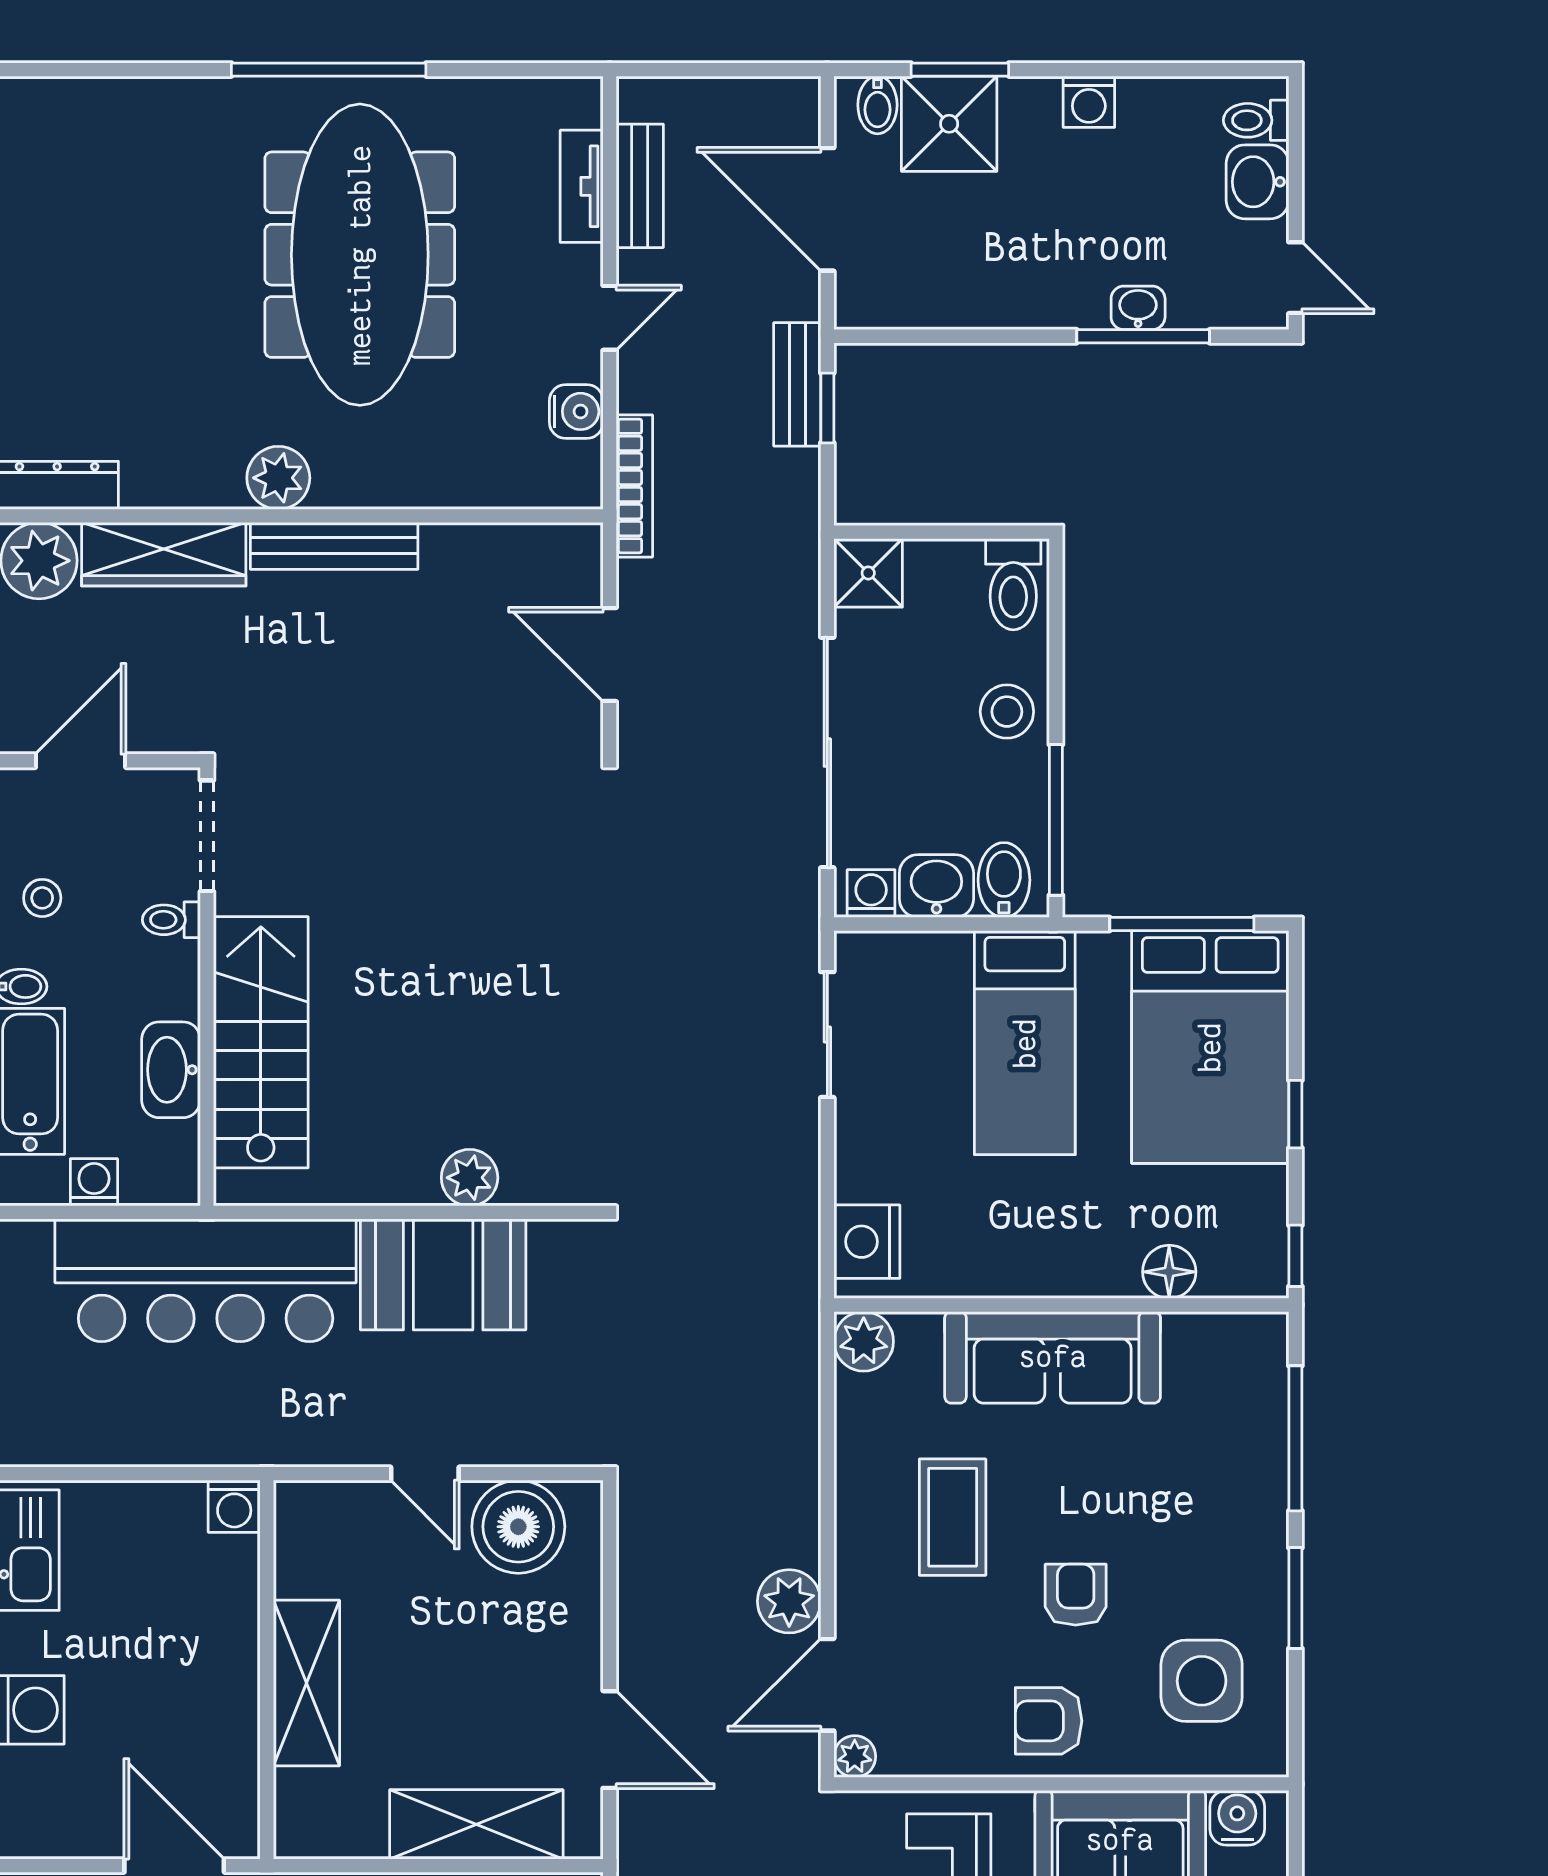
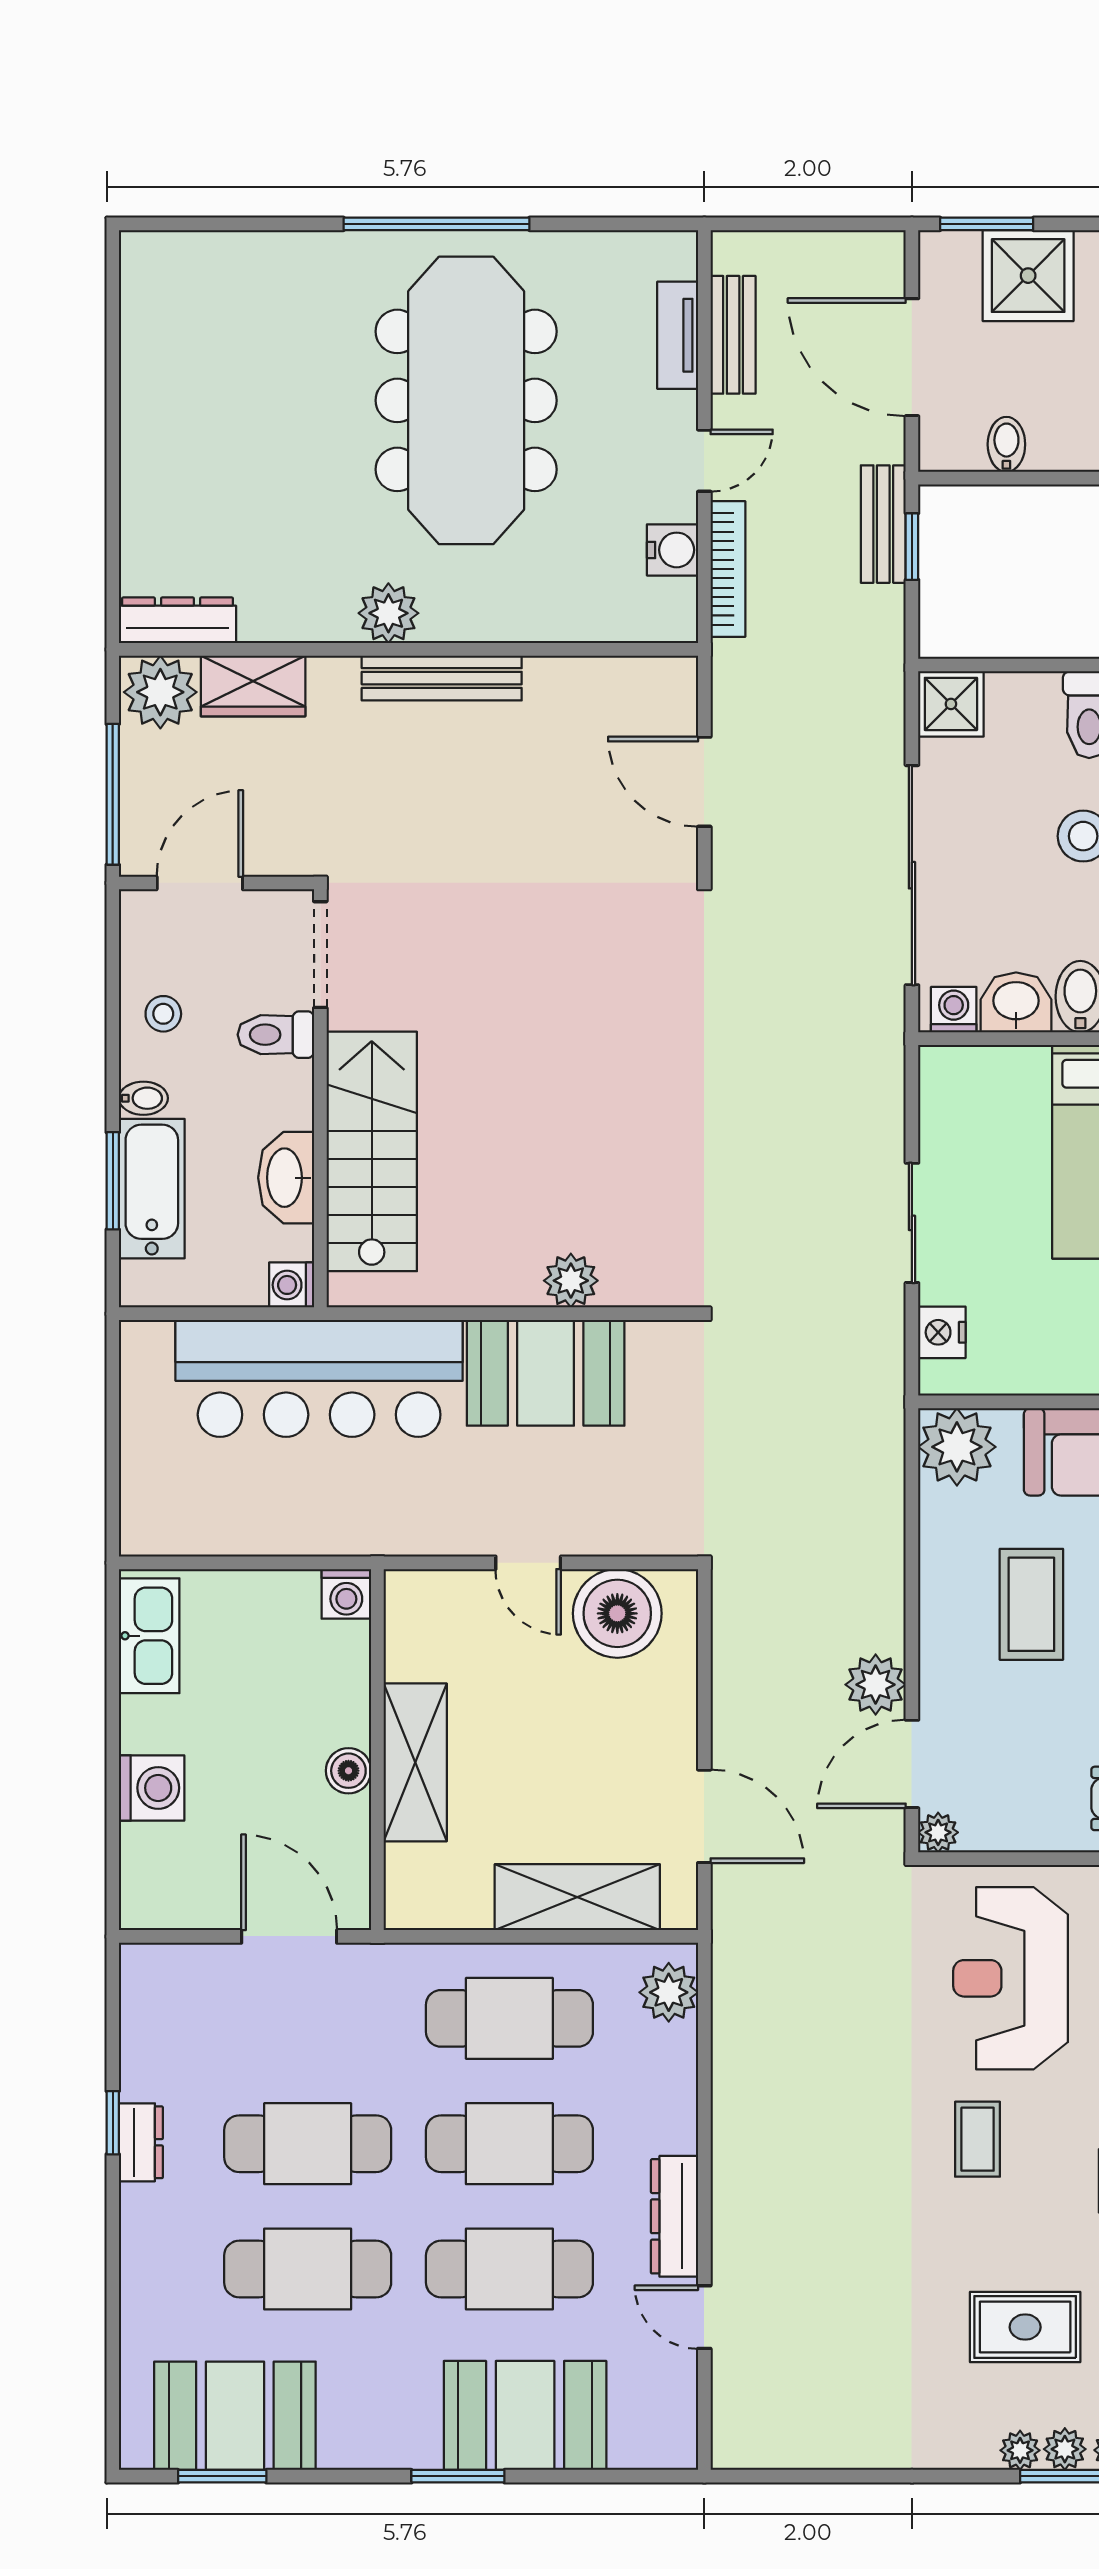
window: (960, 70) -> (987, 224), moved
bidet: (877, 105) -> (1006, 444), moved, turned 180
bookcase: (634, 486) -> (728, 569), moved
wardrobe: (164, 554) -> (253, 686), width x0.67
toilet: (171, 920) -> (276, 1035), width x1.37, depth x1.39
sliding door: (827, 1035) -> (912, 1223), moved
washing machine: (94, 1182) -> (292, 1285), moved, turned -90
nightstand: (867, 1242) -> (942, 1332), width x0.74, depth x0.75
plant: (864, 1341) -> (957, 1447), width x1.36, depth x1.36
boiler: (236, 1692) -> (348, 1771), added

